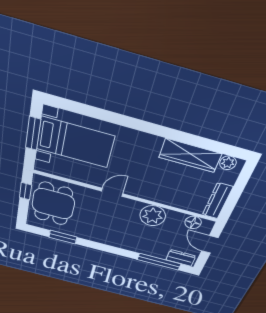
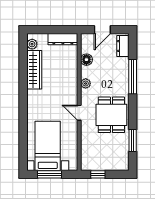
dining table: (53, 204) -> (111, 115), moved, turned 90
plant: (153, 216) -> (86, 83), width x0.53, depth x0.53
floor lamp: (193, 222) -> (86, 60), moved
window: (159, 262) -> (133, 77), moved

